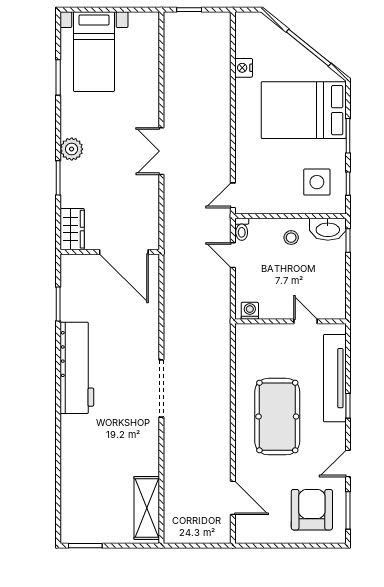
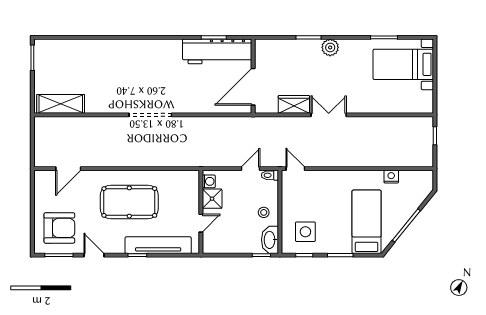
bed: (304, 110) -> (367, 222), width x0.67
wardrobe: (72, 229) -> (294, 104), moved, turned 180
shower: (273, 306) -> (212, 199), added
workbench: (77, 368) -> (217, 51), moved

